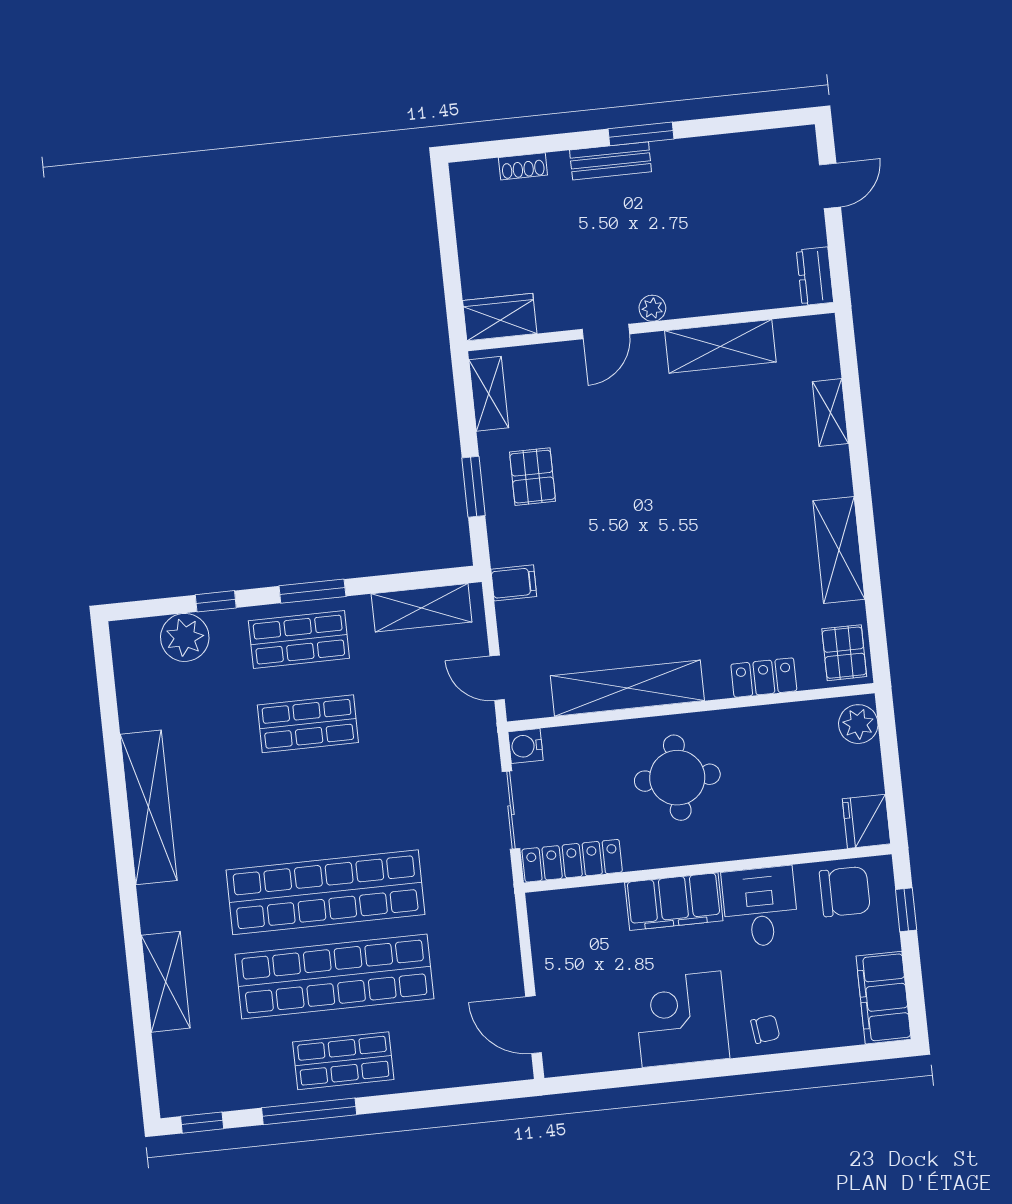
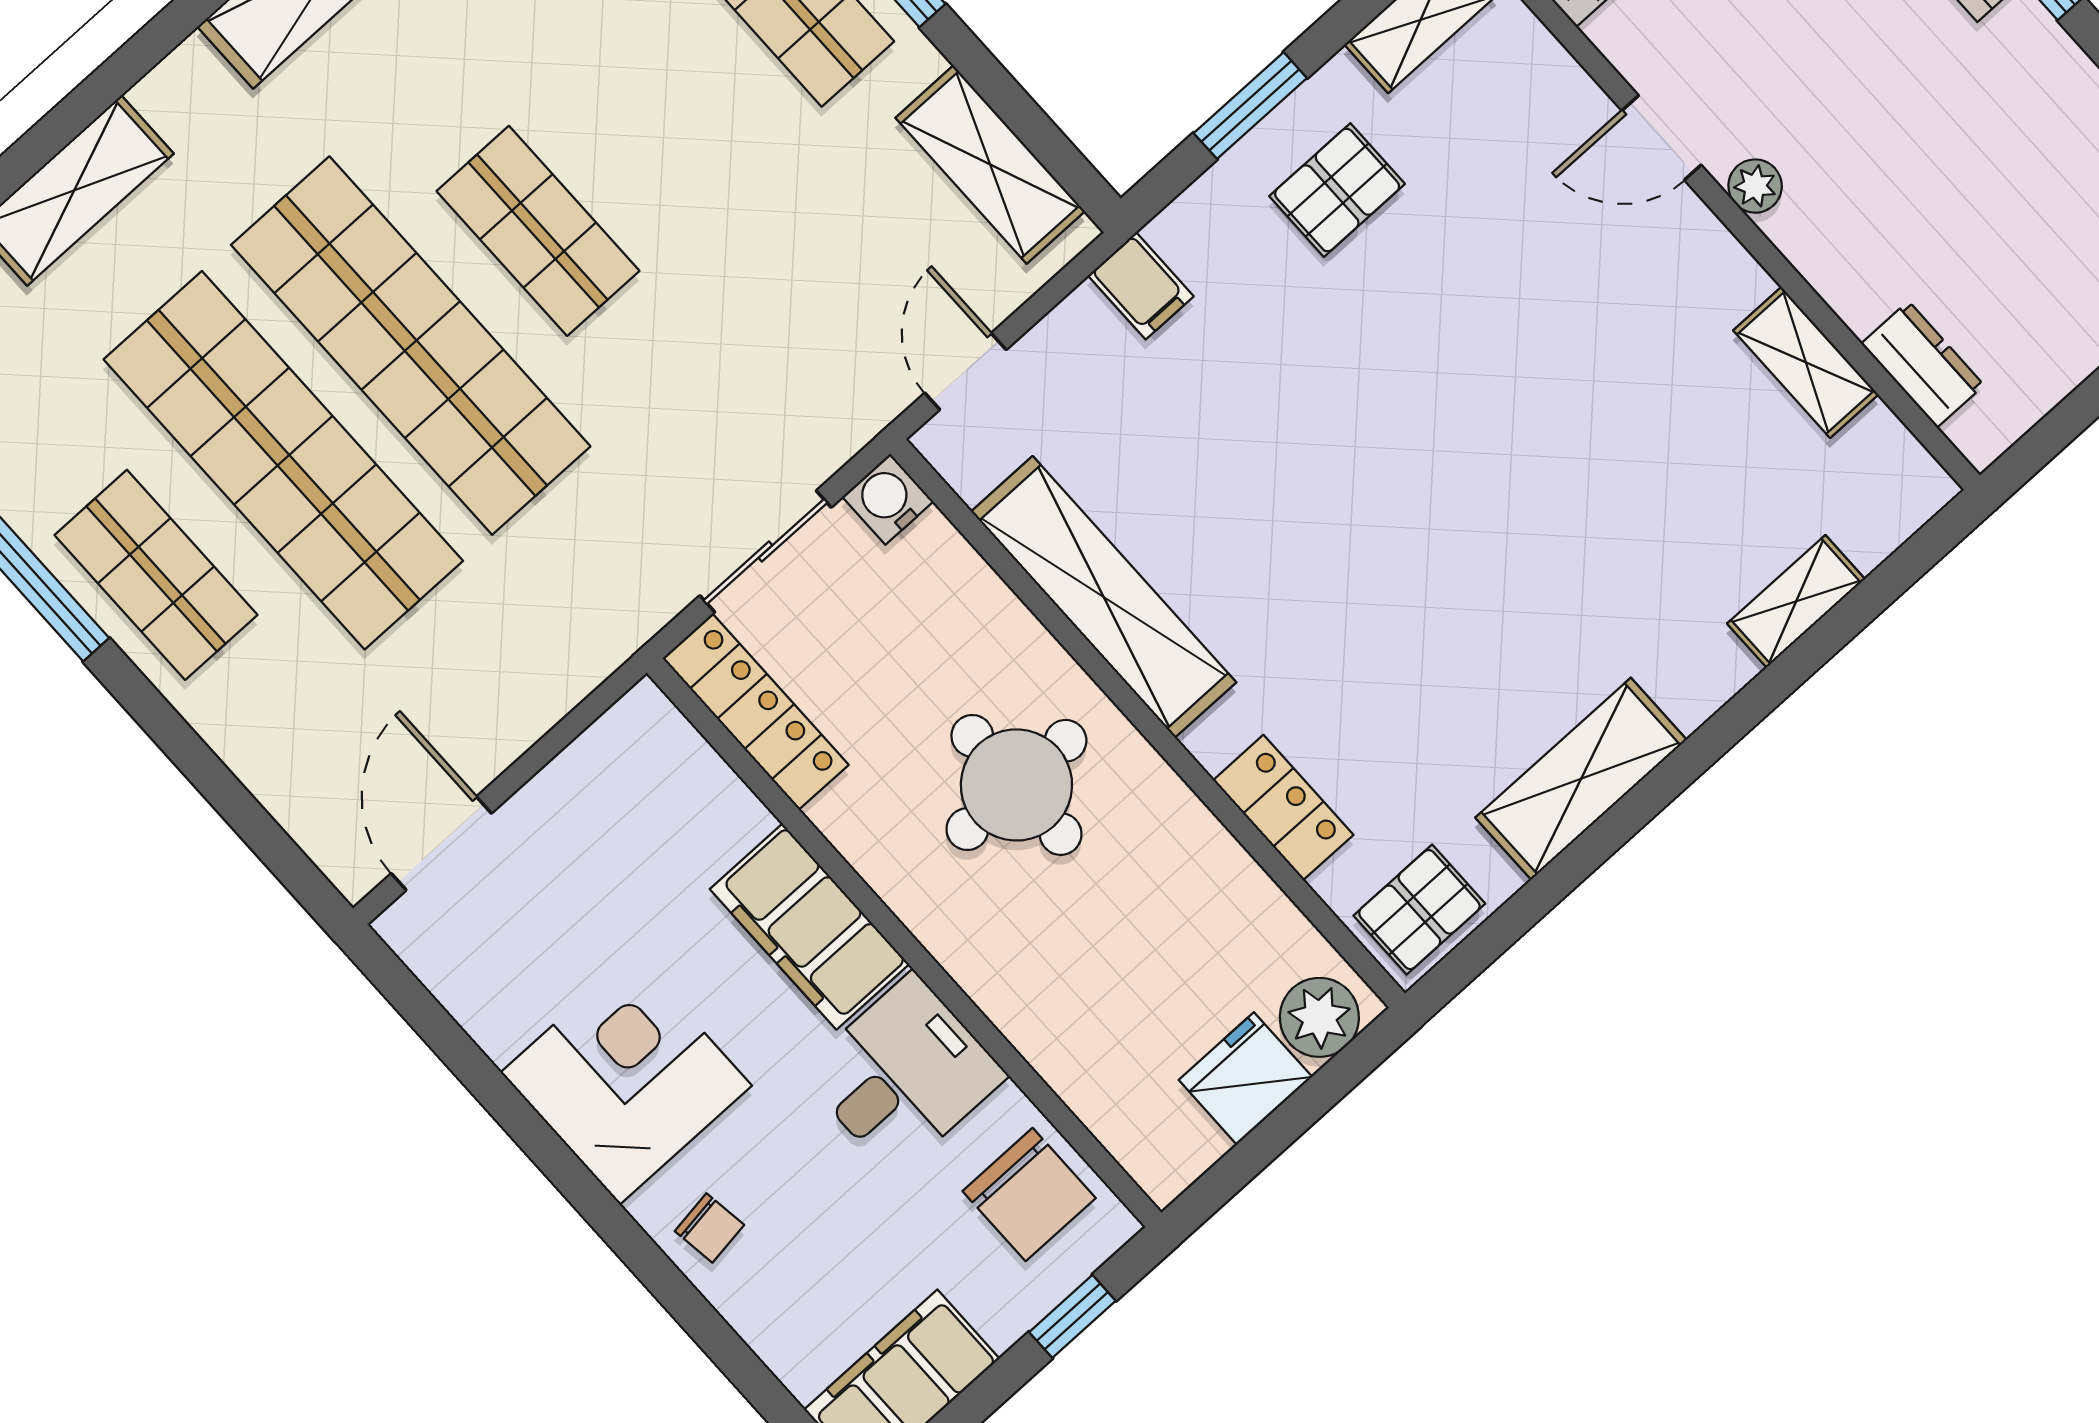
dresser: (815, 276) -> (1923, 364), moved, turned 90
shelving: (720, 346) -> (1806, 362), width x0.67, depth x0.75
shop shelf: (308, 724) -> (538, 231), moved
fridge: (866, 821) -> (1245, 1078), moved

